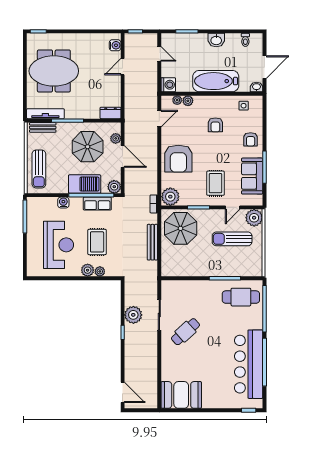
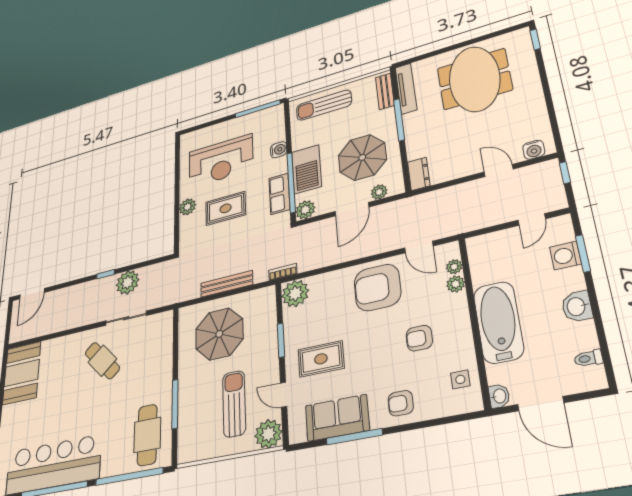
washing machine: (168, 85) -> (565, 255), moved, turned 90
armchair: (178, 159) -> (377, 287), moved
parasol: (181, 228) -> (219, 334), moved
plant: (100, 271) -> (186, 223), removed

